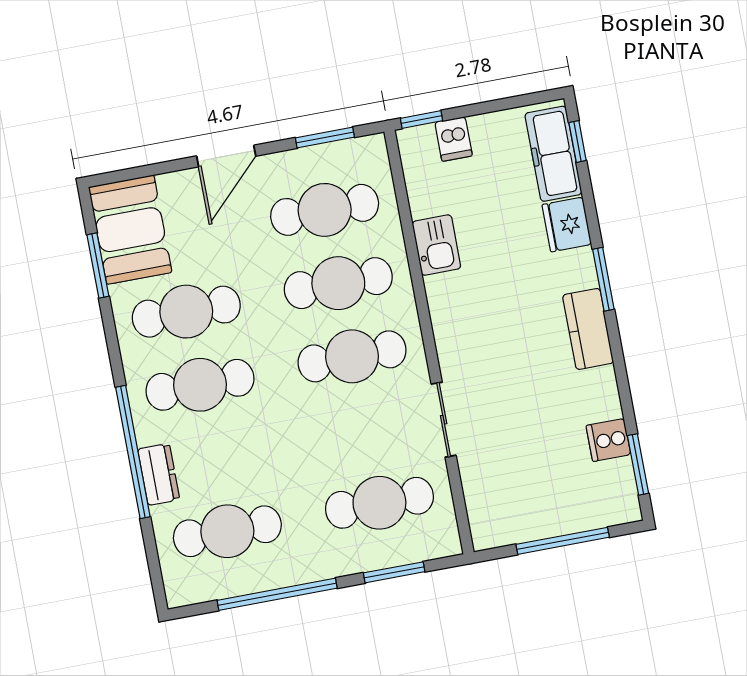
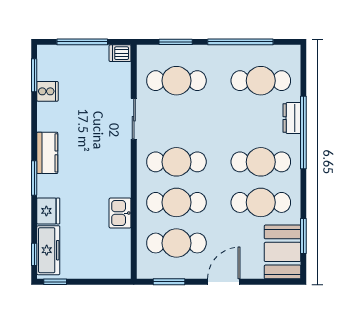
window: (422, 119) -> (55, 282), moved
dishwasher: (454, 139) -> (120, 53), moved, turned -90

